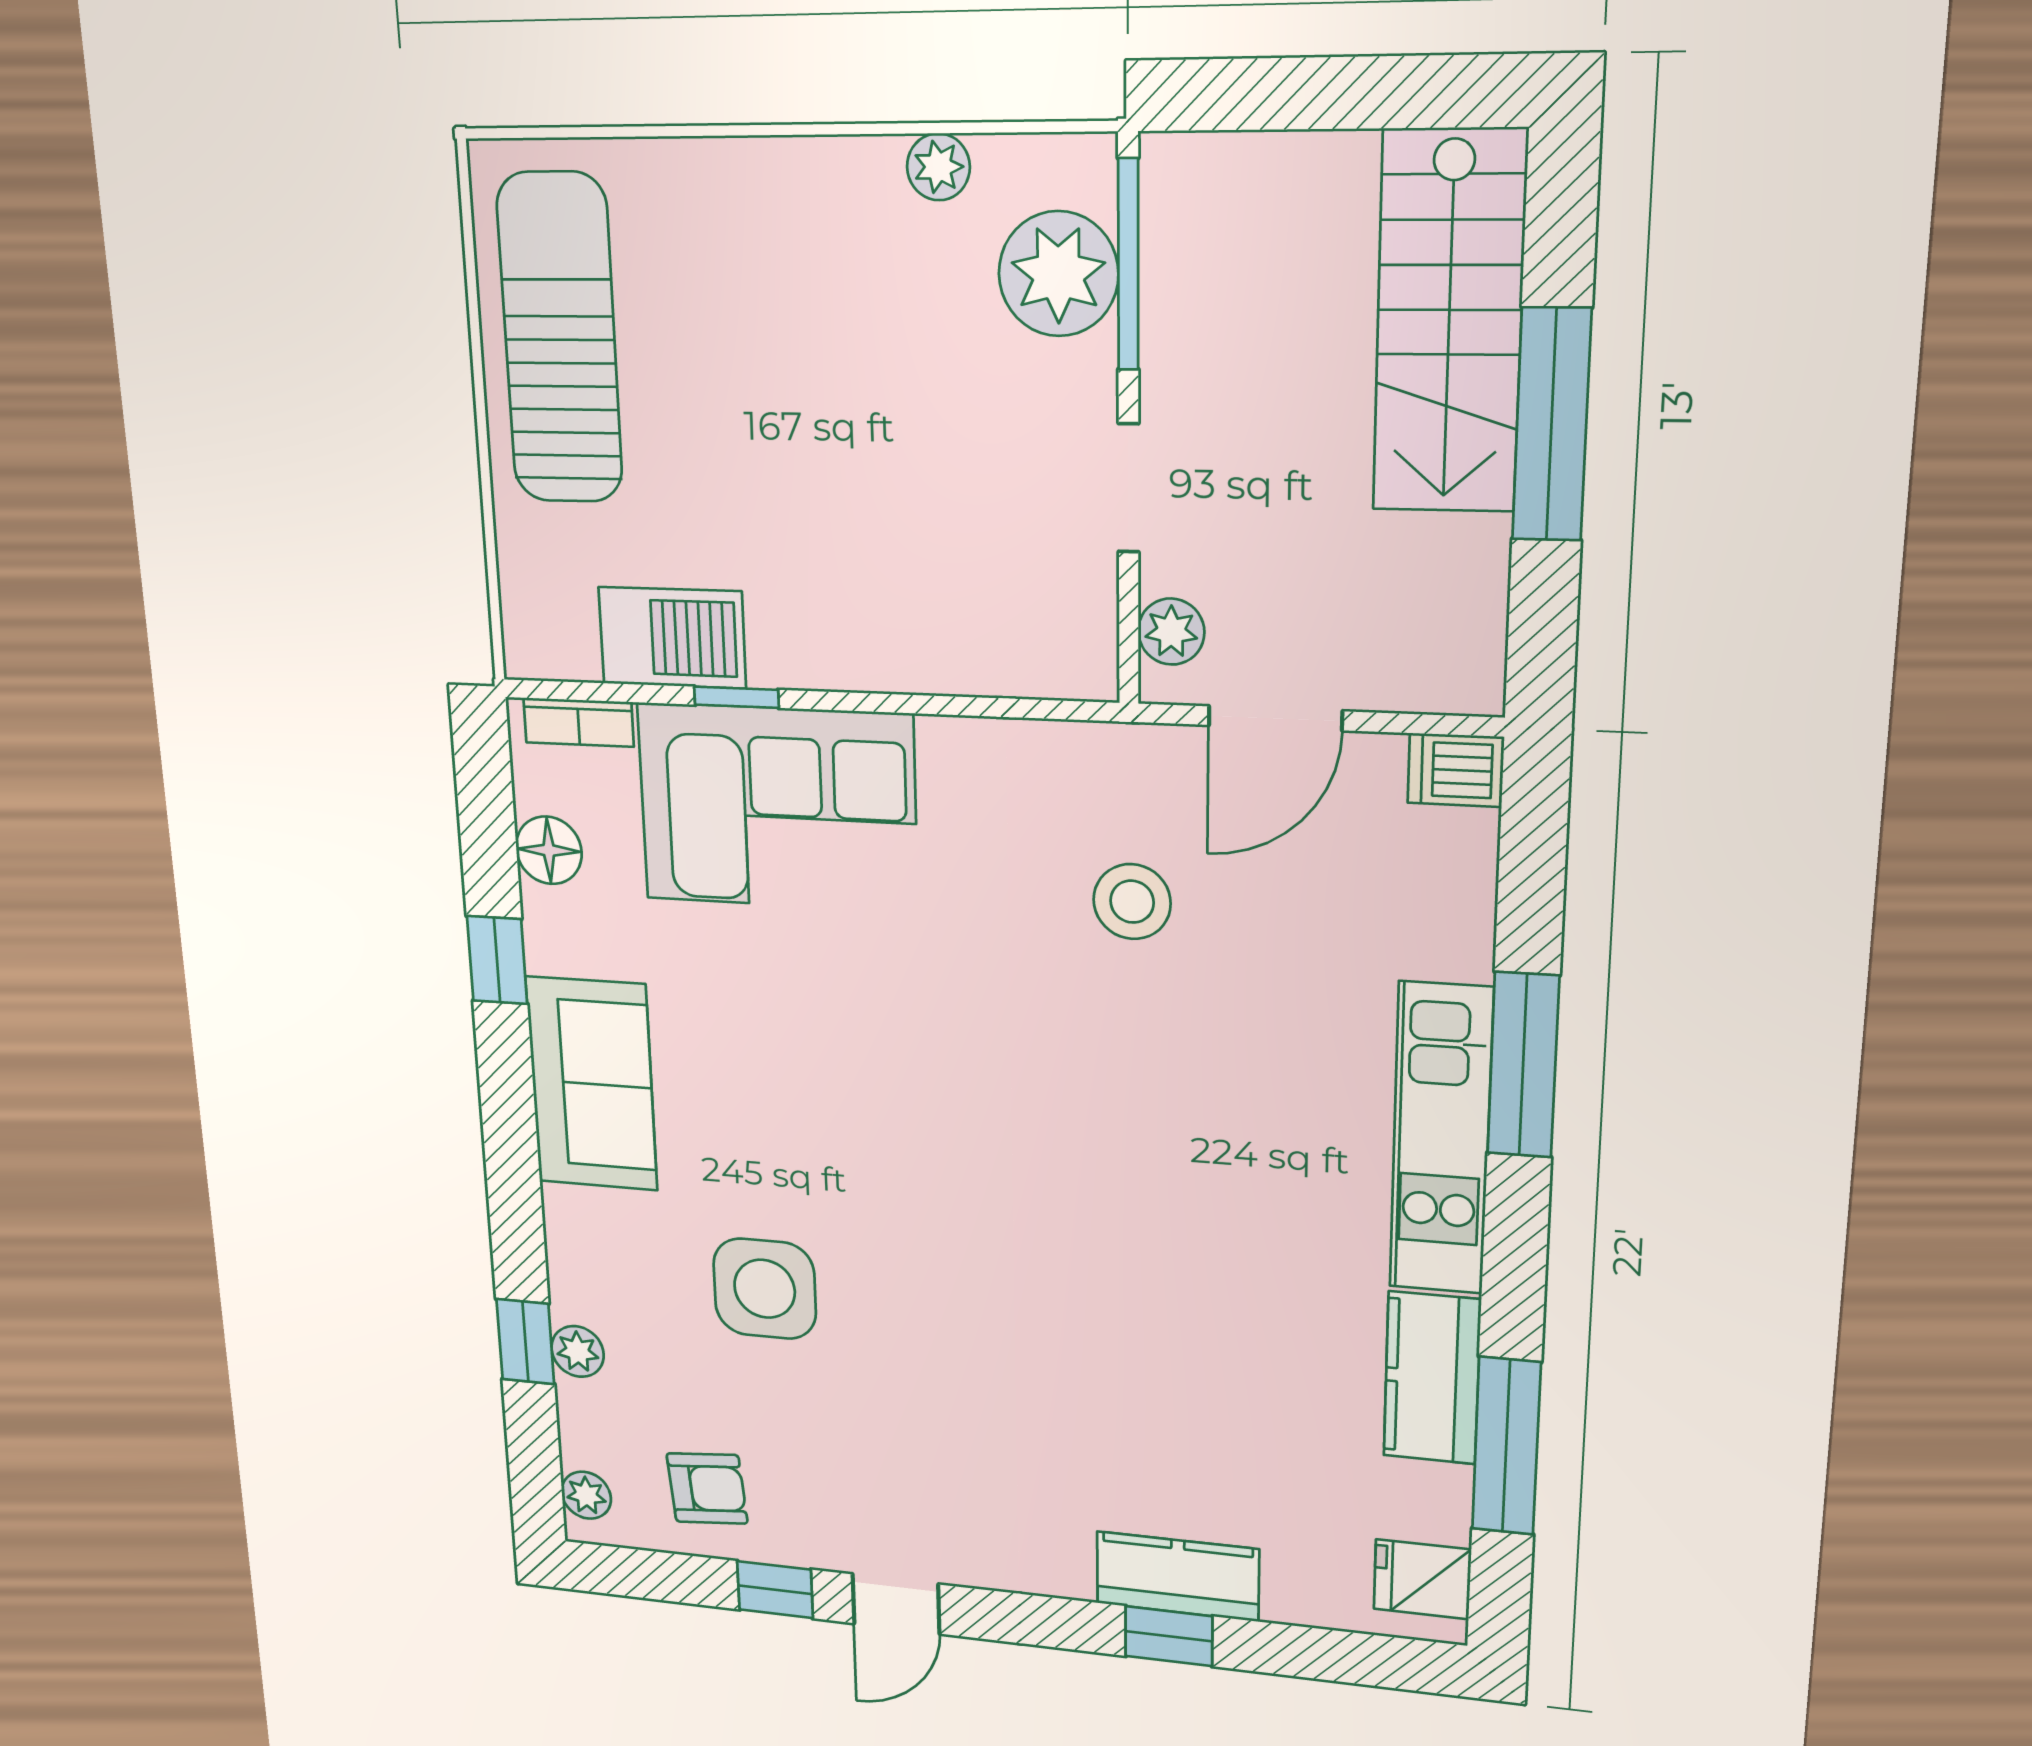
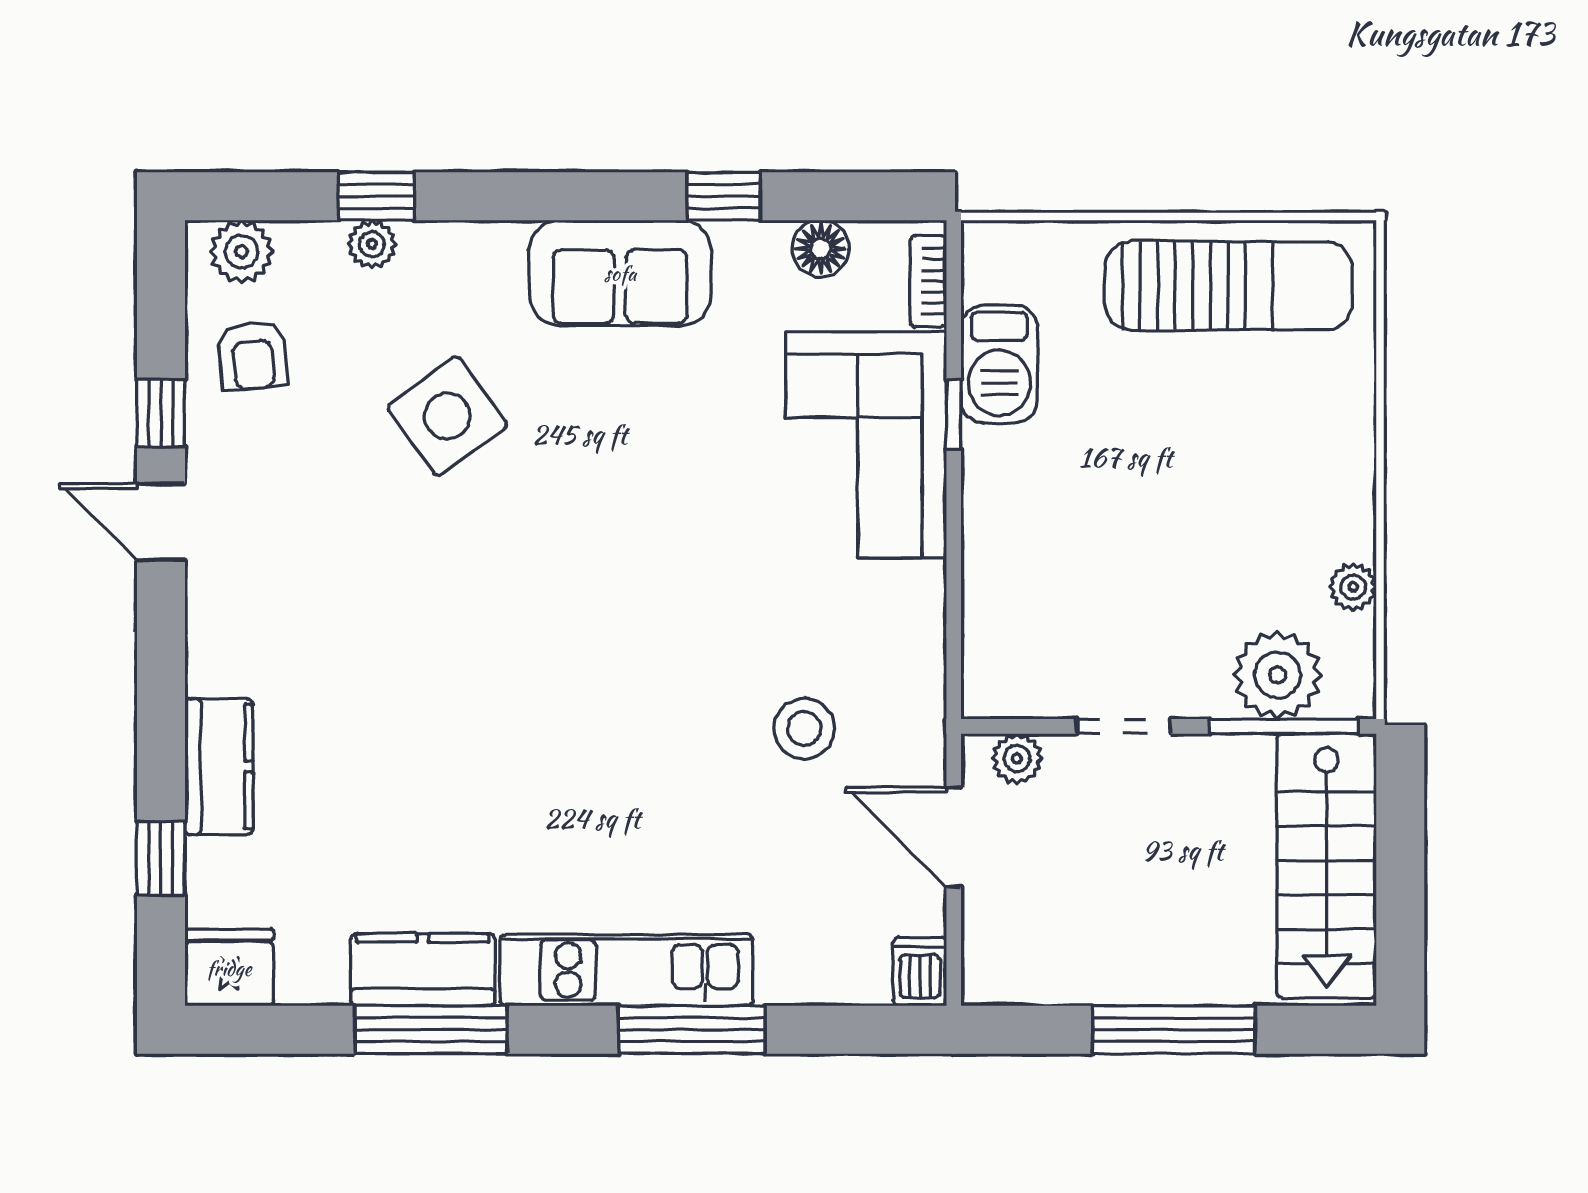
stairs: (1449, 323) -> (1326, 866), moved, turned -90
side table: (765, 1289) -> (447, 416), turned -36
window: (1506, 1446) -> (431, 1030), moved
plant: (586, 1495) -> (242, 252), width x1.38, depth x1.38
fridge: (1422, 1579) -> (229, 968), width x1.38
window: (1169, 1636) -> (161, 858), moved

